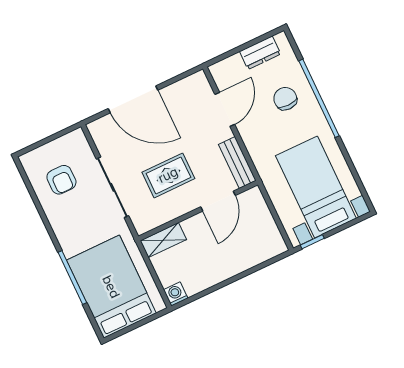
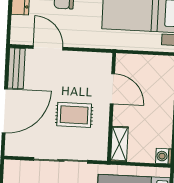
bench: (237, 163) -> (16, 68), moved, turned 90
rug: (168, 175) -> (74, 115), turned 90

